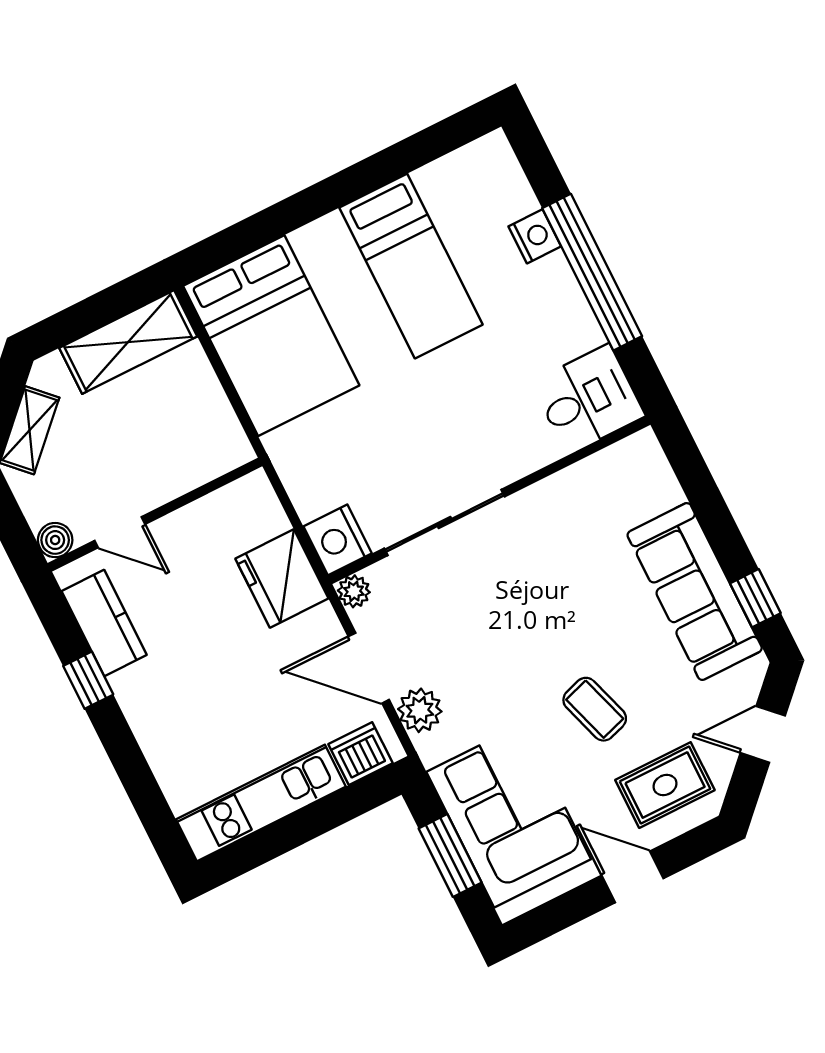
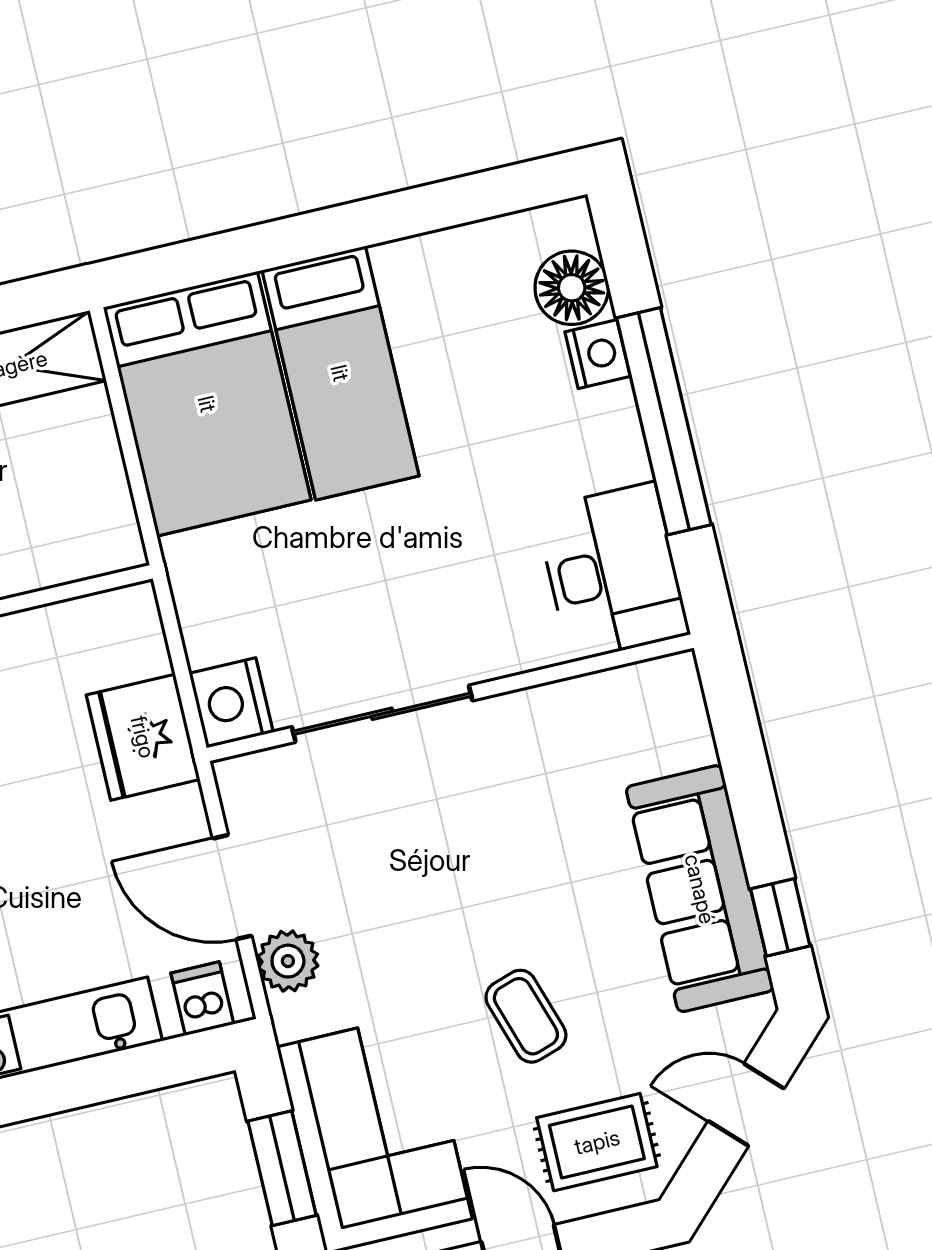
floor lamp: (506, 194) -> (572, 288), added
bed: (411, 266) -> (340, 373), moved
desk: (588, 399) -> (613, 572), width x1.37
plant: (354, 591) -> (237, 778), removed
dishwasher: (361, 754) -> (202, 999), width x0.73

